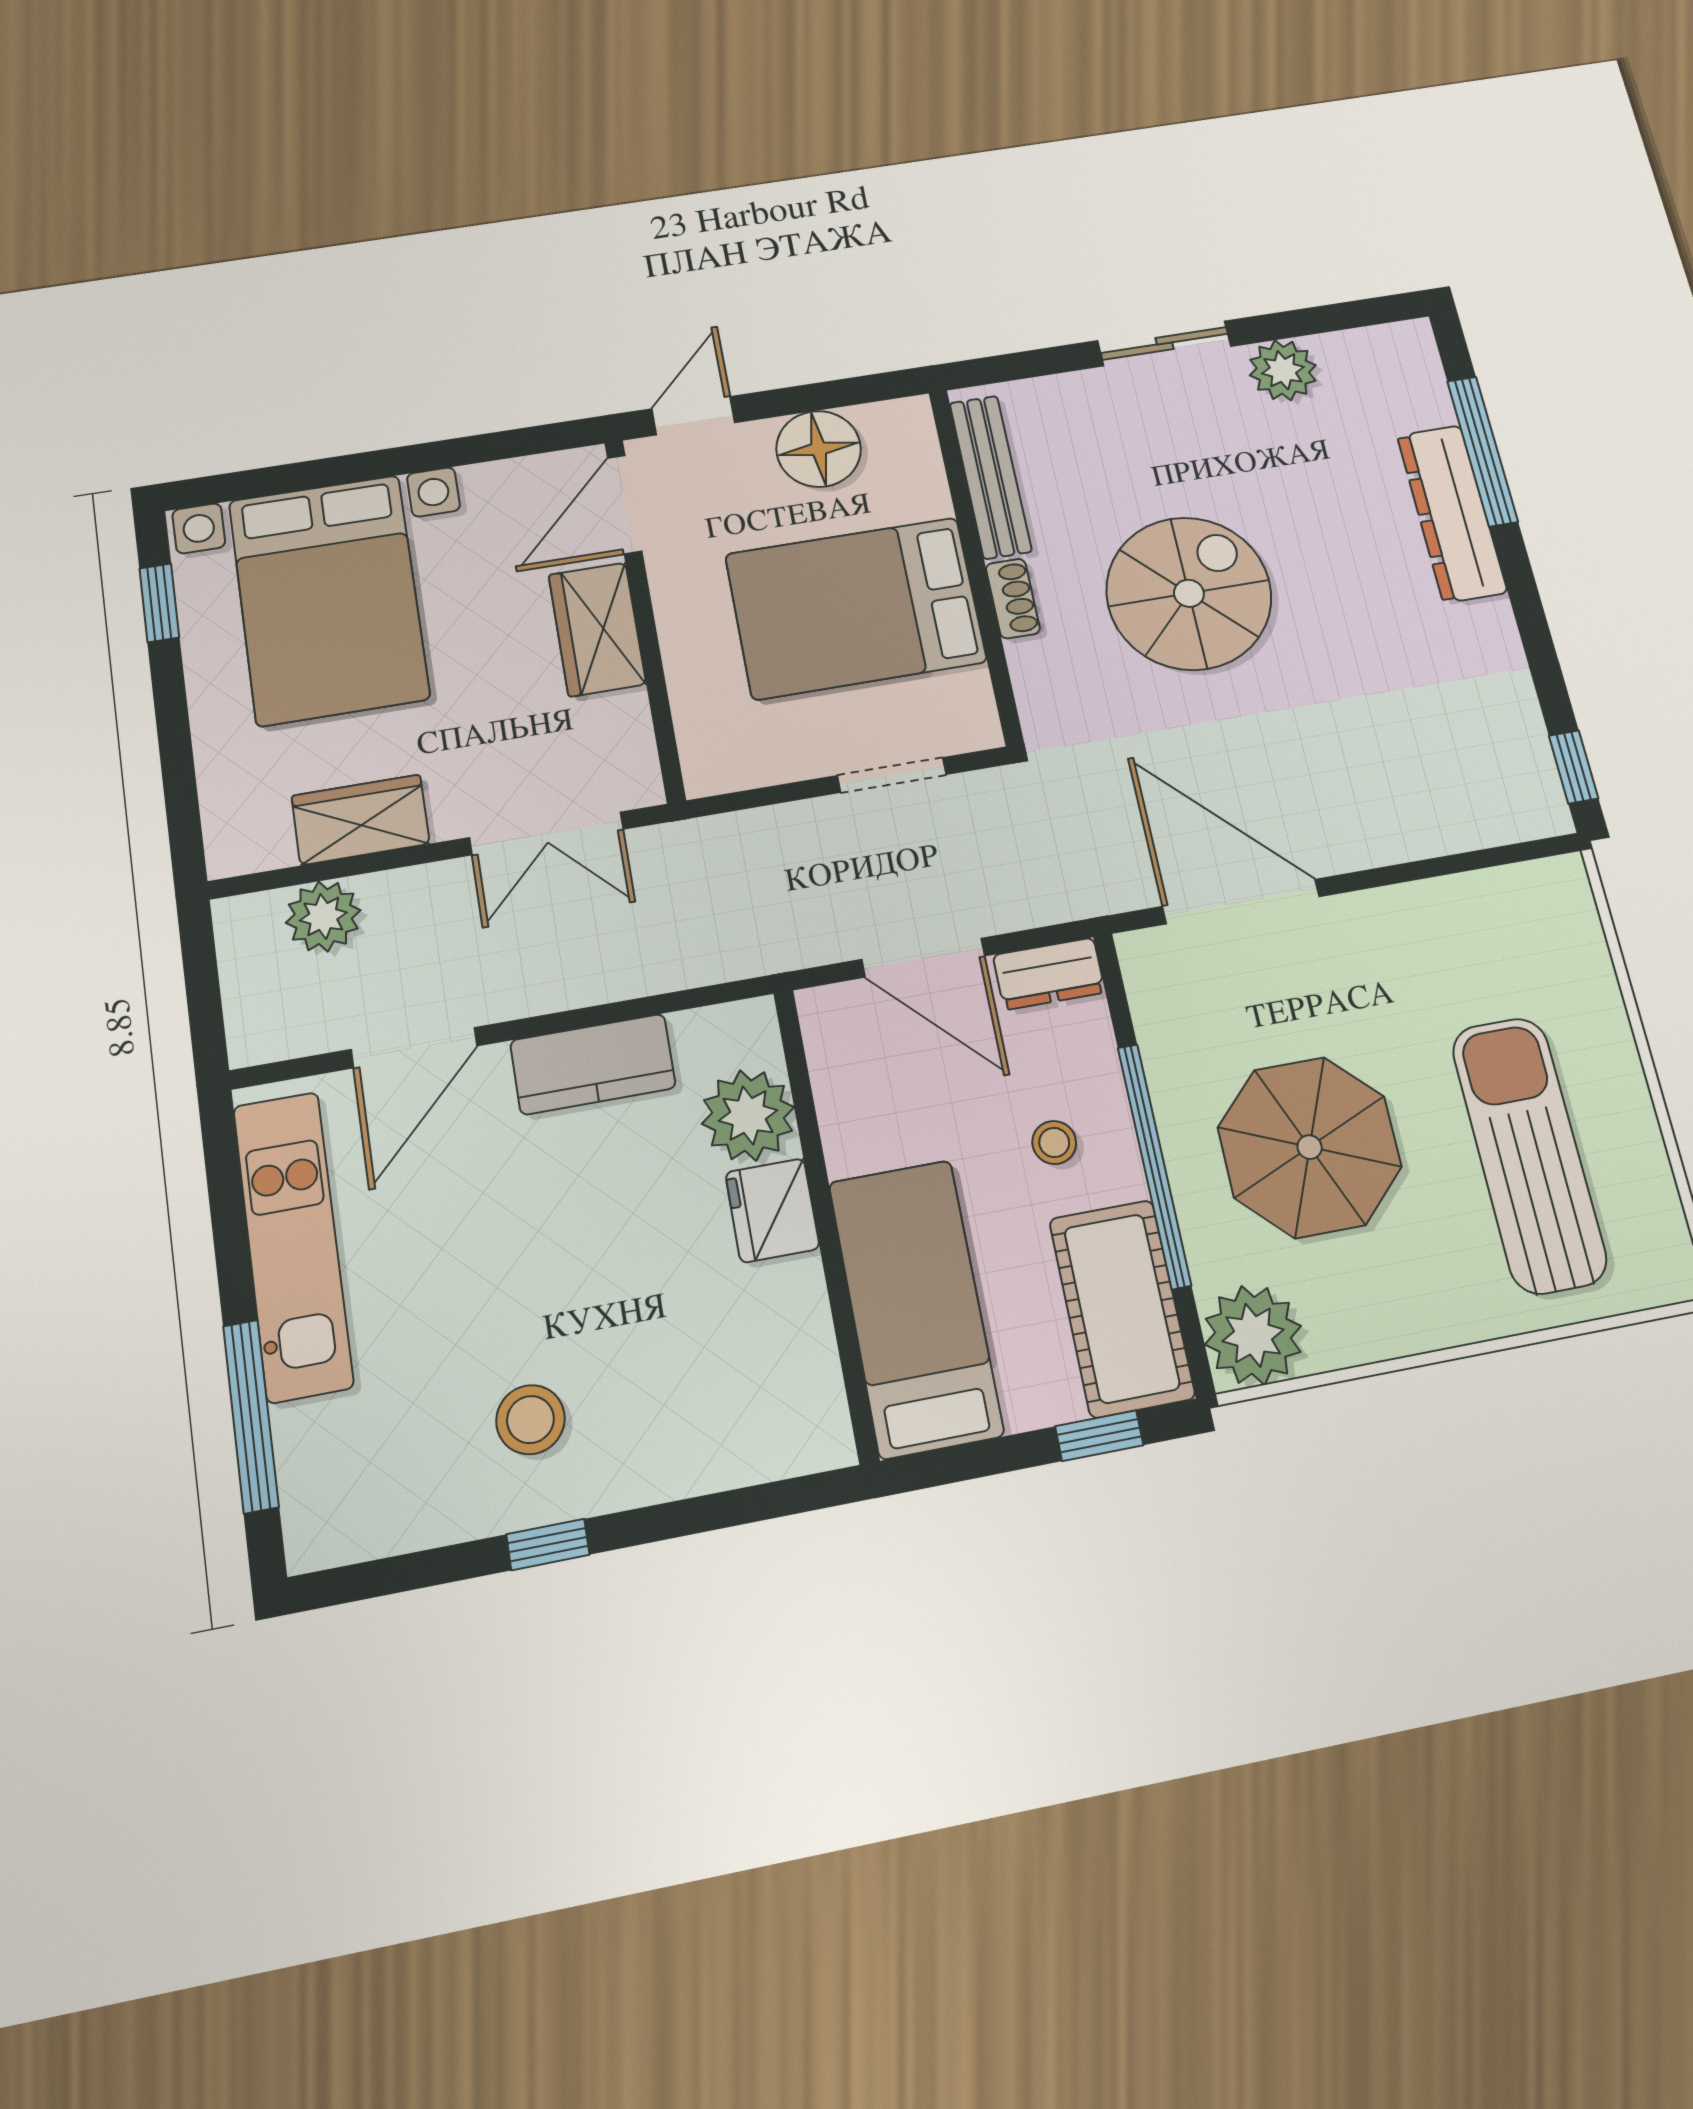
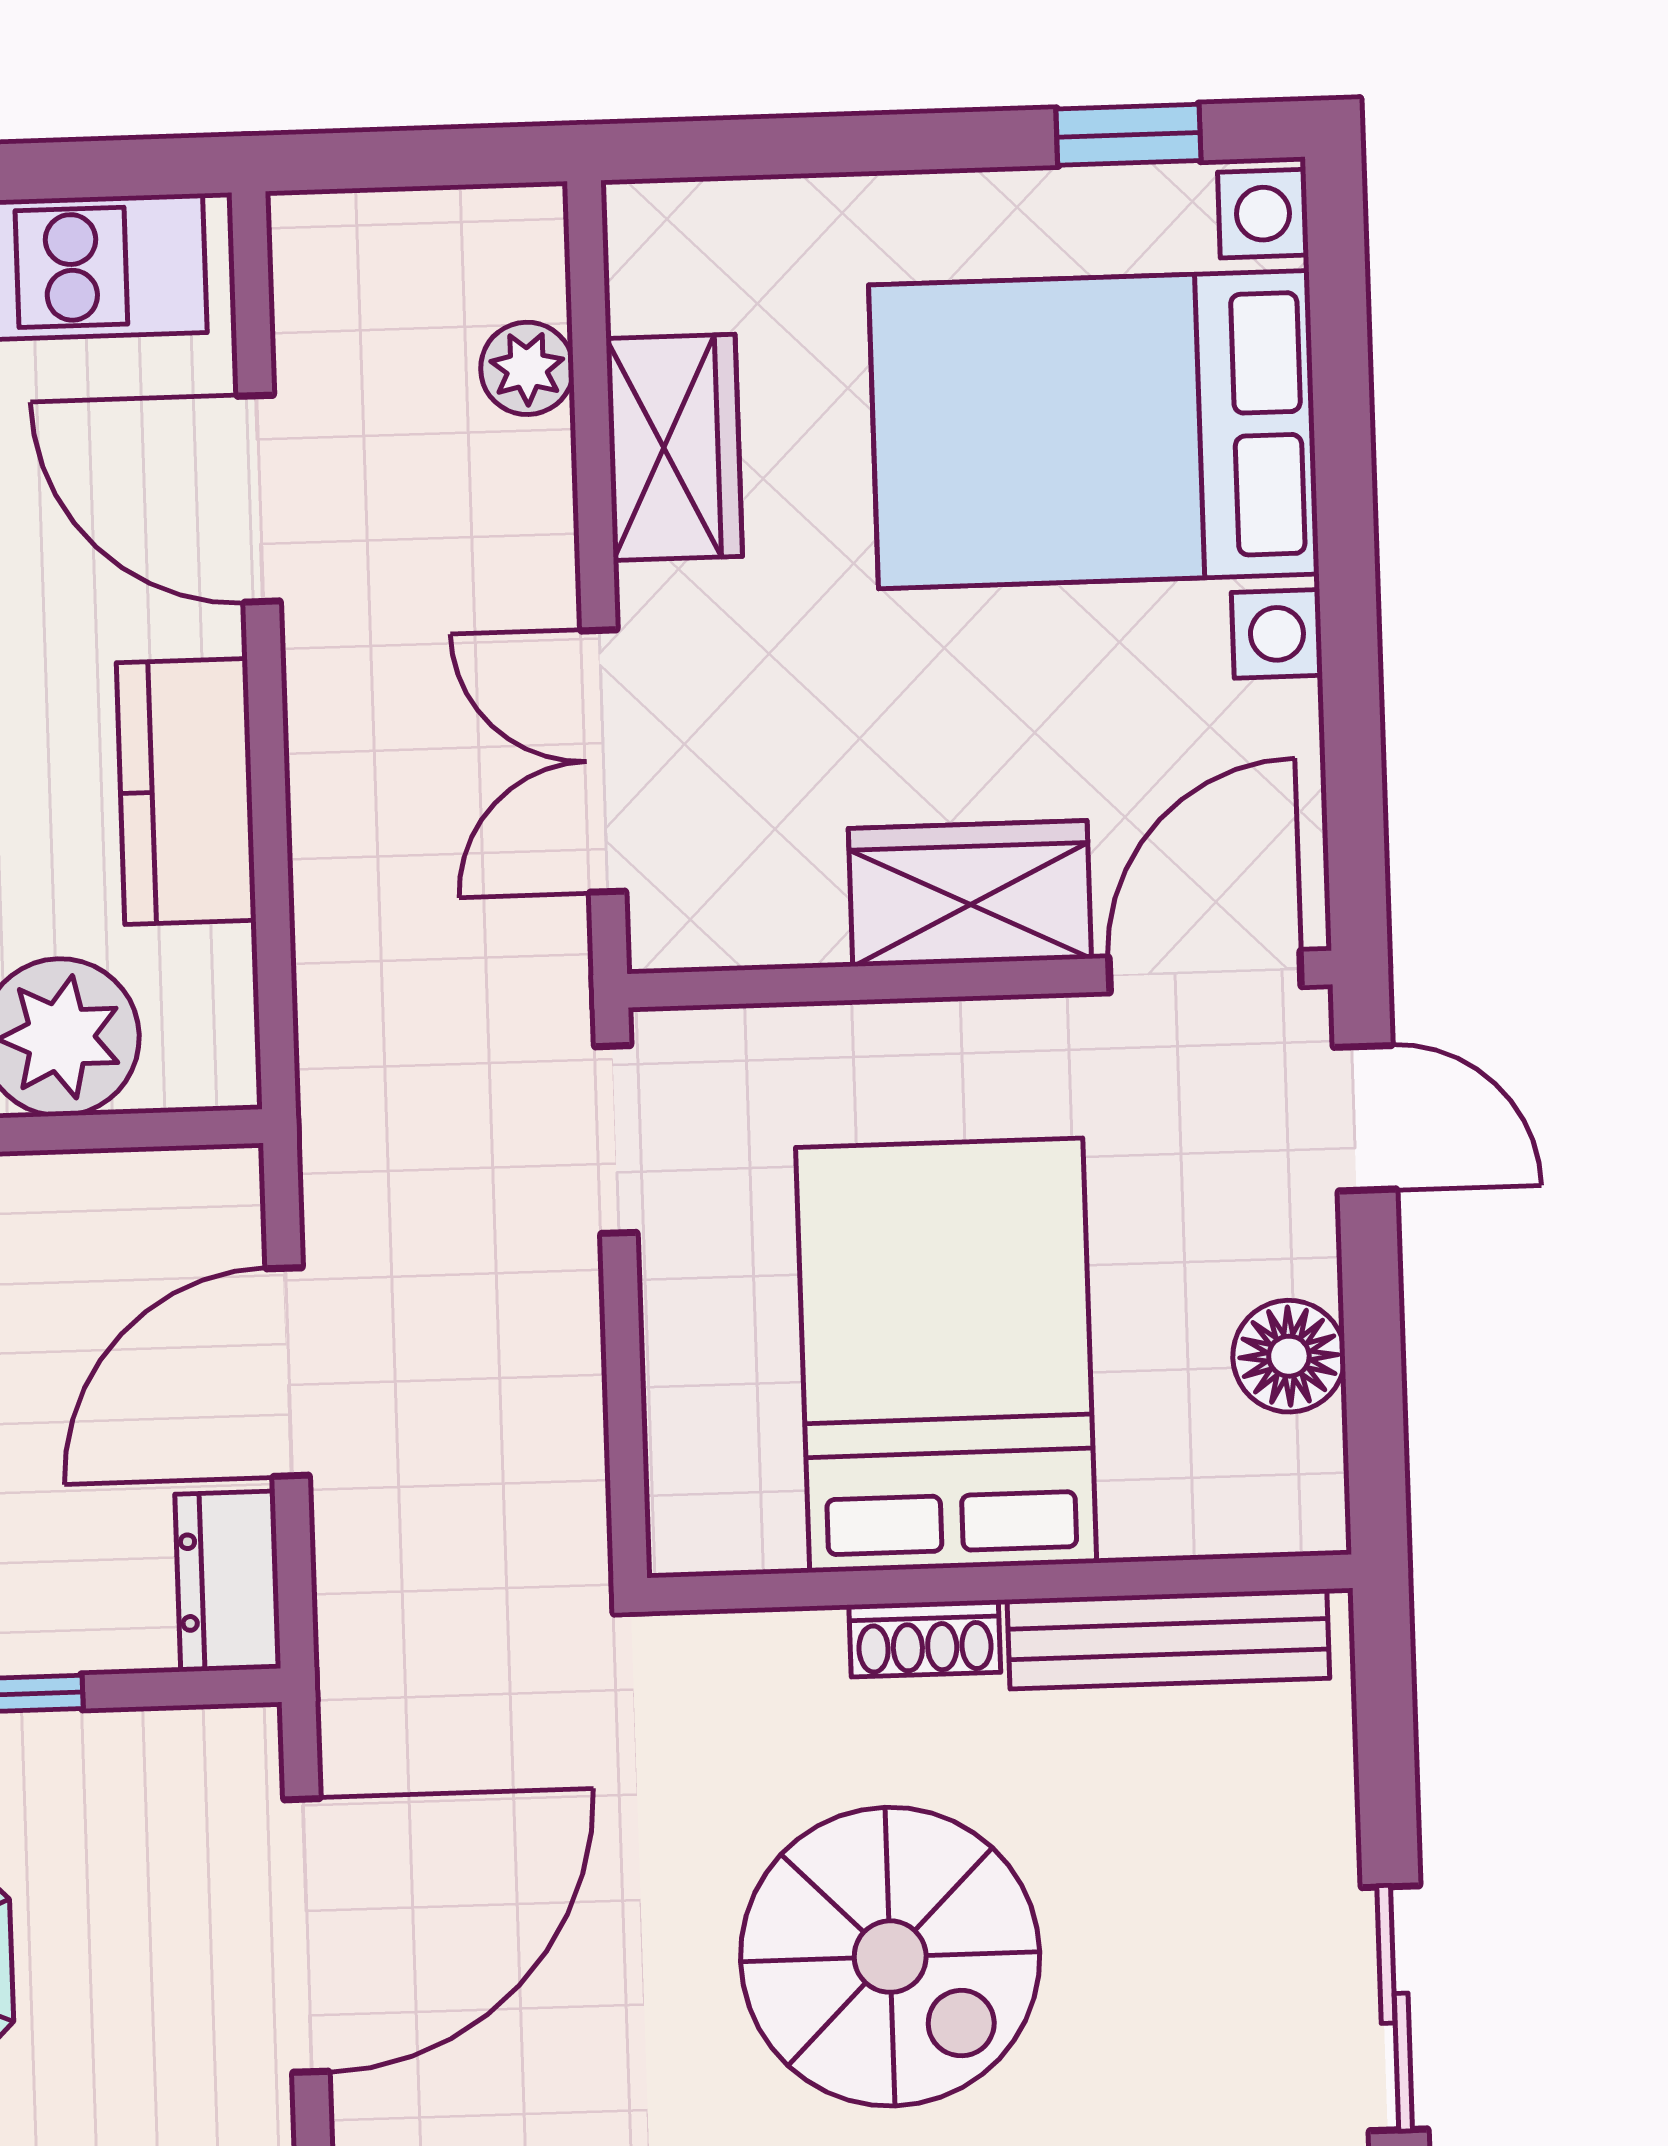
floor lamp: (819, 449) -> (1289, 1356), width x0.73, depth x0.73
door: (625, 504) -> (1205, 972), hinge flipped
doorway: (892, 775) -> (616, 1140), moved
plant: (323, 916) -> (527, 368), width x0.73, depth x0.73

